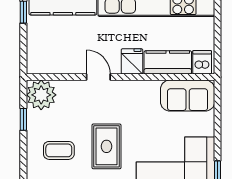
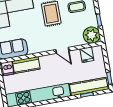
fridge: (132, 61) -> (87, 55), moved

